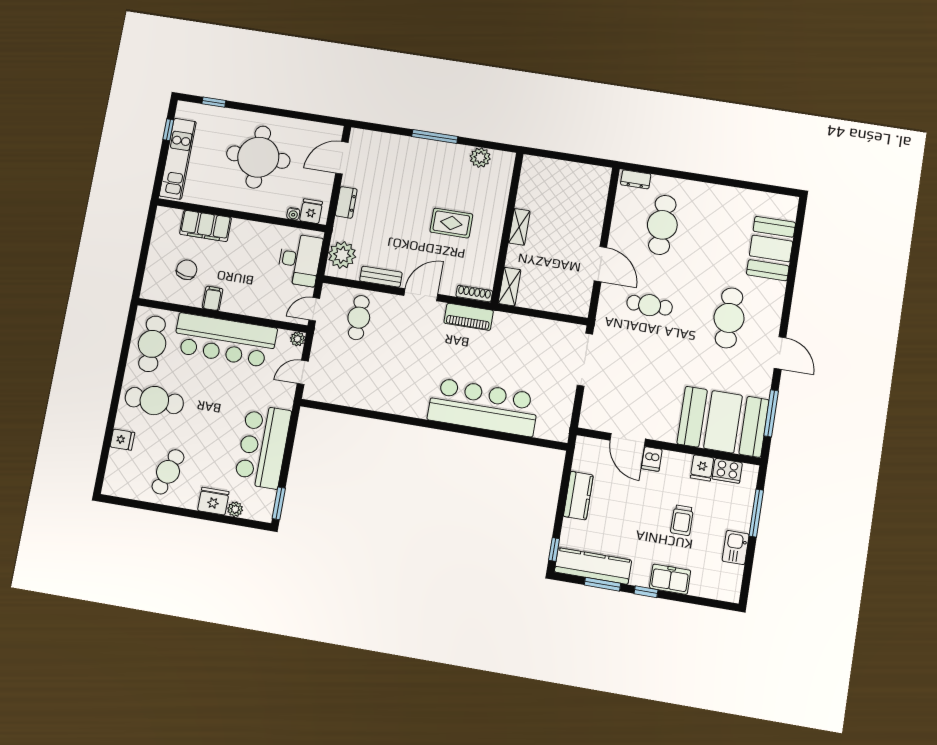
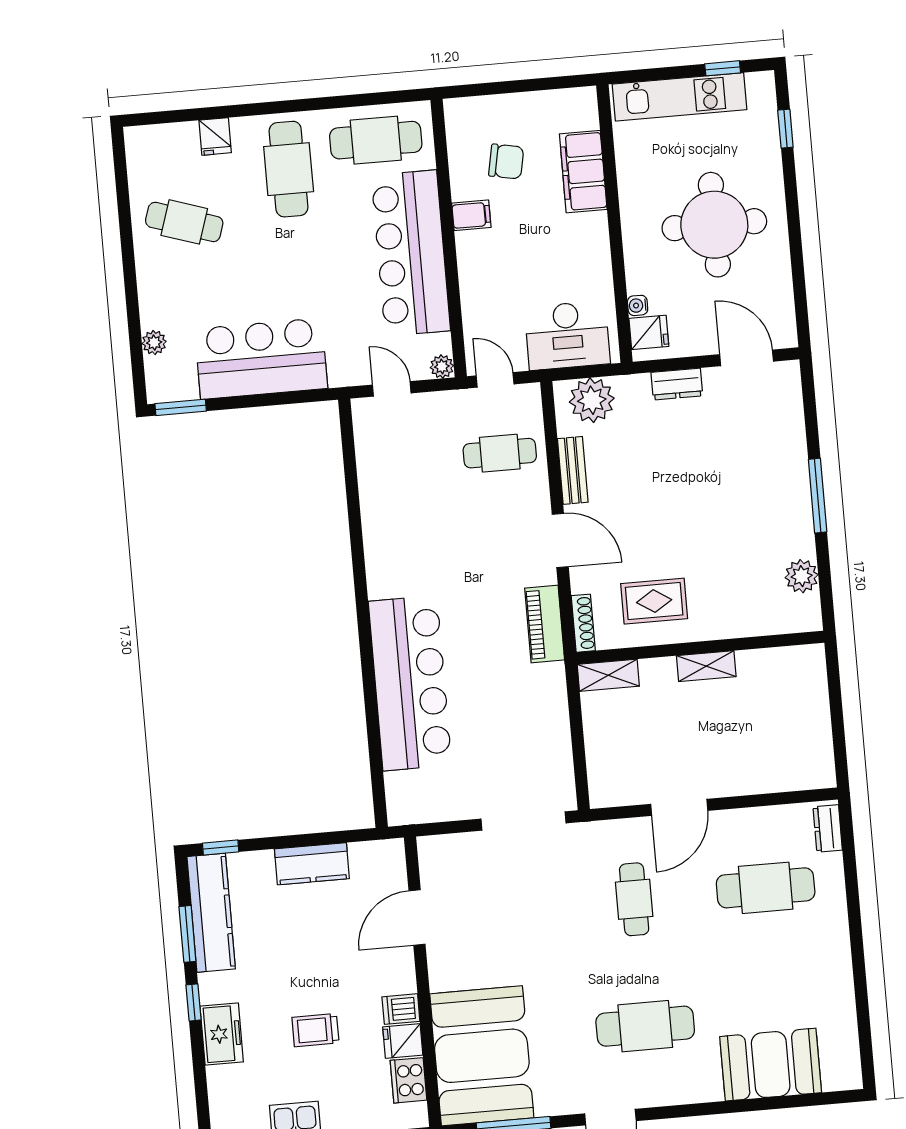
rug: (451, 223) -> (654, 601), moved, turned 90
dishwasher: (652, 459) -> (401, 1009), moved
fridge: (213, 501) -> (158, 305), removed

